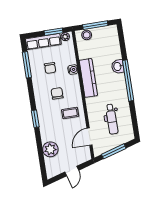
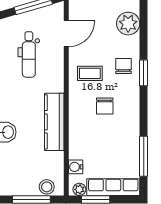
chair: (50, 68) -> (124, 66), moved
water cooler: (73, 70) -> (76, 167), moved
dental chair: (112, 119) -> (29, 54), turned 180

